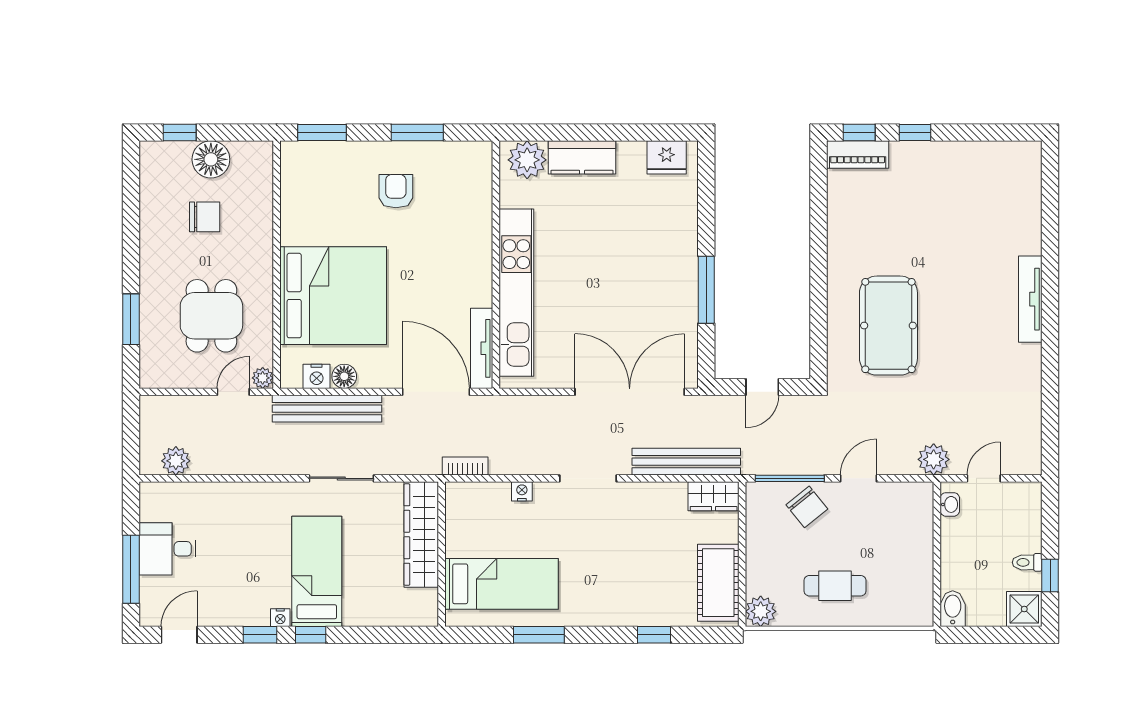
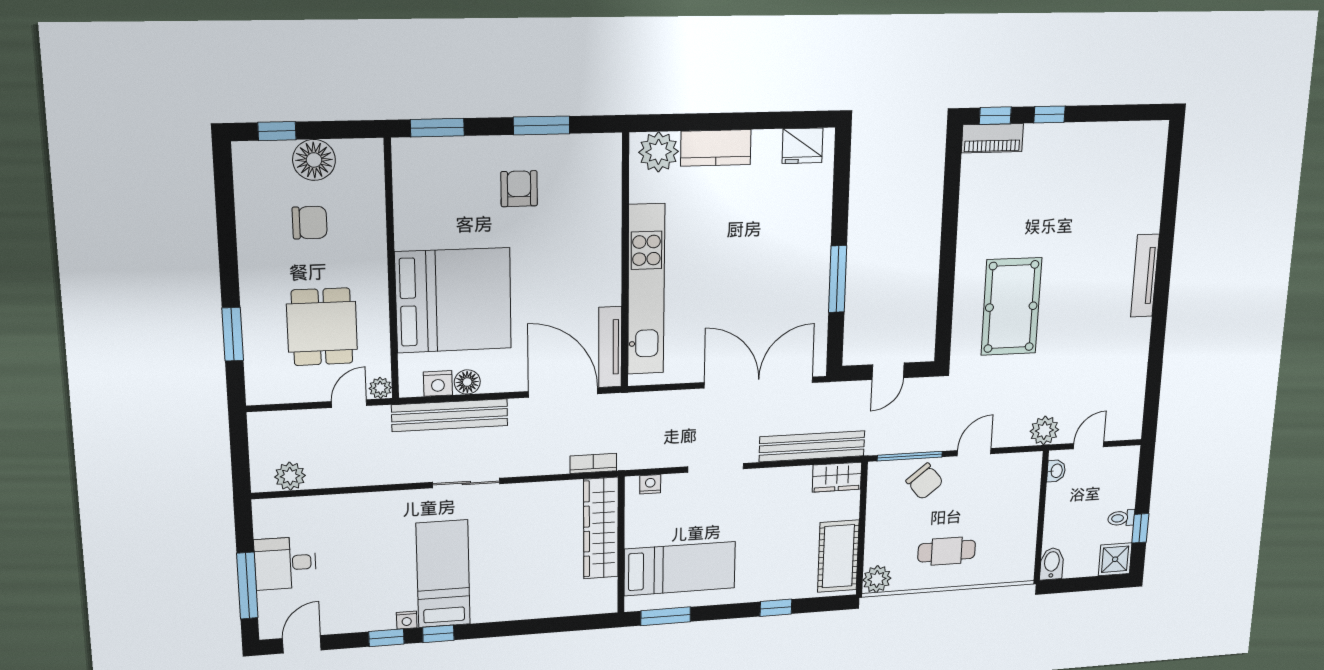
wardrobe: (421, 535) -> (601, 528), moved
wall: (442, 554) -> (621, 545), moved
bed: (501, 584) -> (680, 569), moved

